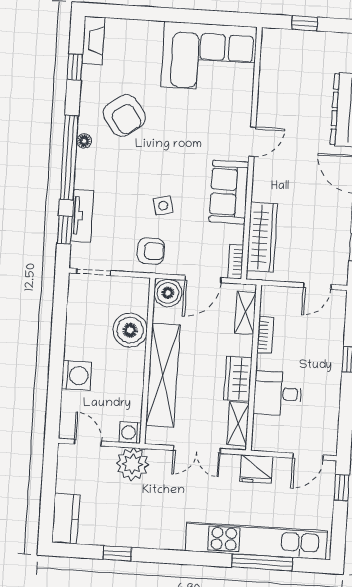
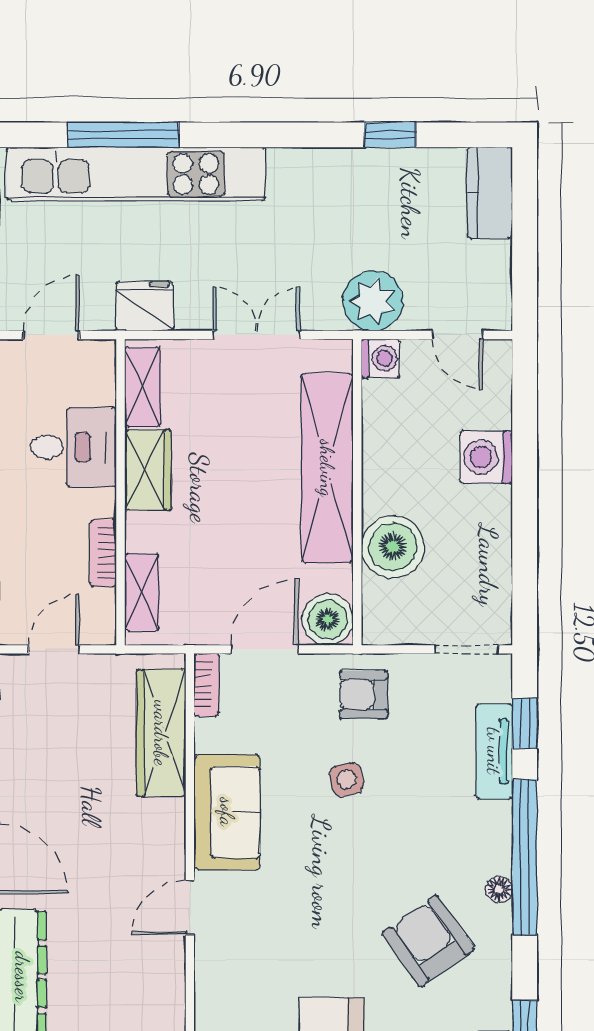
shelving: (245, 313) -> (142, 592), moved
bookcase: (265, 335) -> (103, 553), moved
wall: (254, 368) -> (120, 492), moved
wardrobe: (238, 379) -> (148, 470), moved
desk: (278, 394) -> (73, 447), moved
shelving: (238, 424) -> (142, 387), moved

